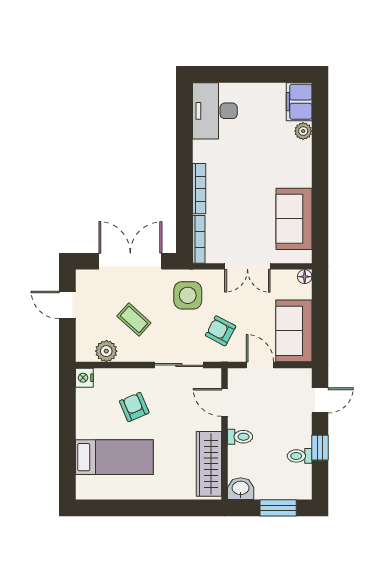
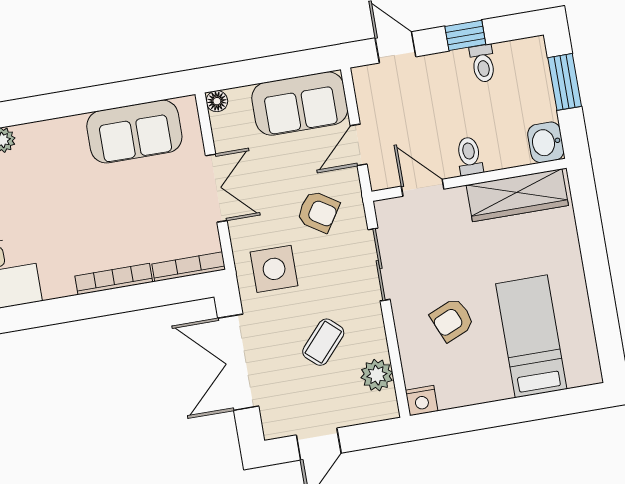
armchair: (221, 331) -> (318, 212), turned -85
door: (224, 402) -> (423, 188), swing flipped

